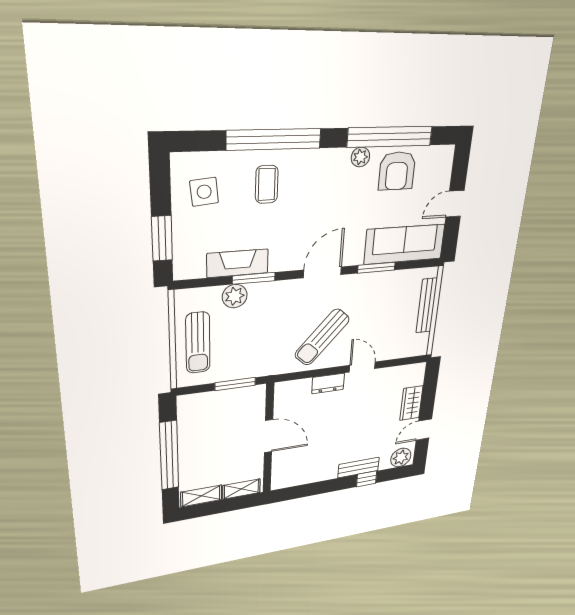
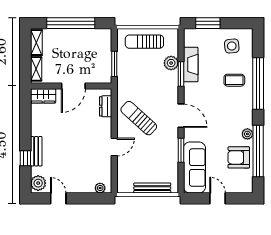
plant: (417, 378) -> (100, 188), added
dresser: (328, 383) -> (106, 106), moved
wardrobe: (411, 403) -> (43, 96), moved, turned 180

